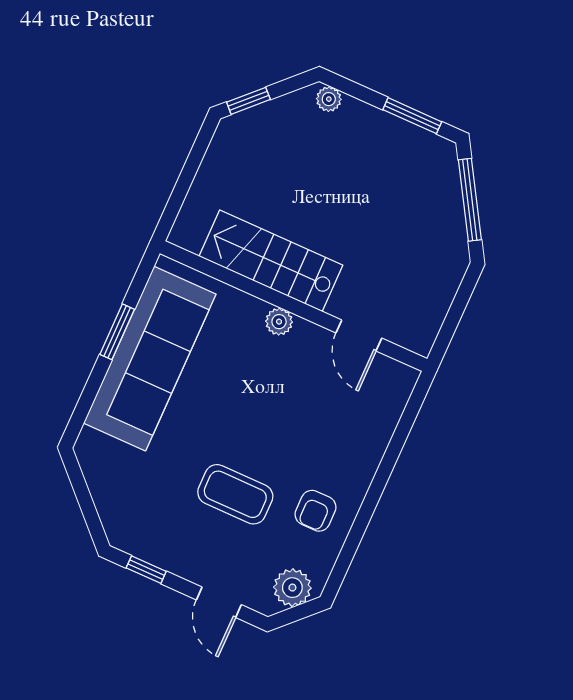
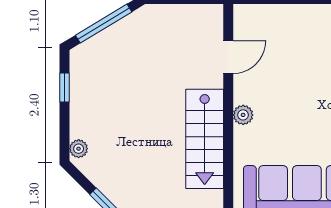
window: (412, 116) -> (65, 88), width x0.67

